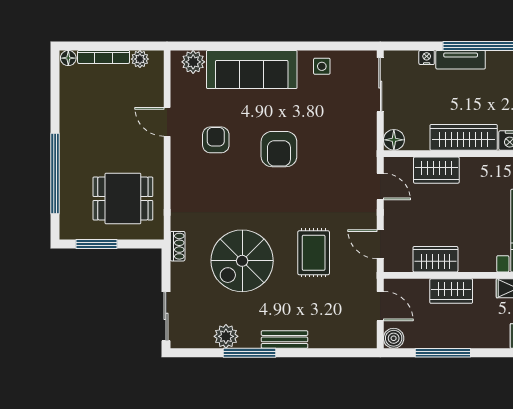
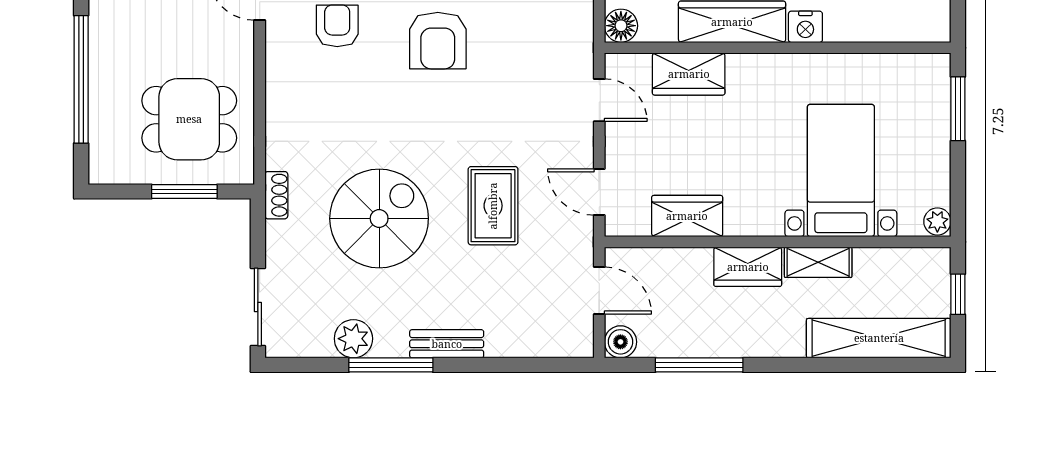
window: (96, 244) -> (184, 192), moved
spiral stairs: (242, 261) -> (379, 218), turned 180
wardrobe: (451, 291) -> (748, 267), moved

